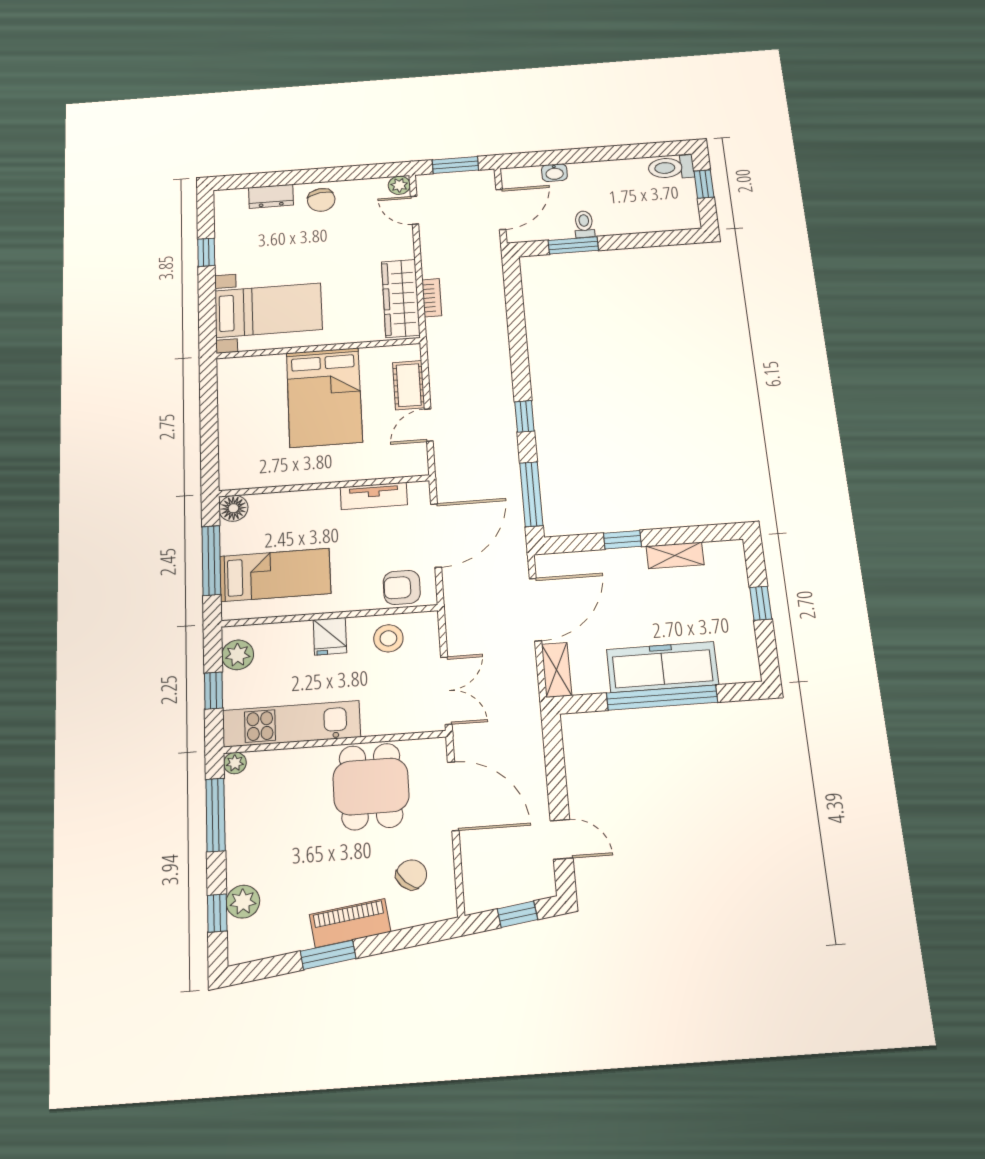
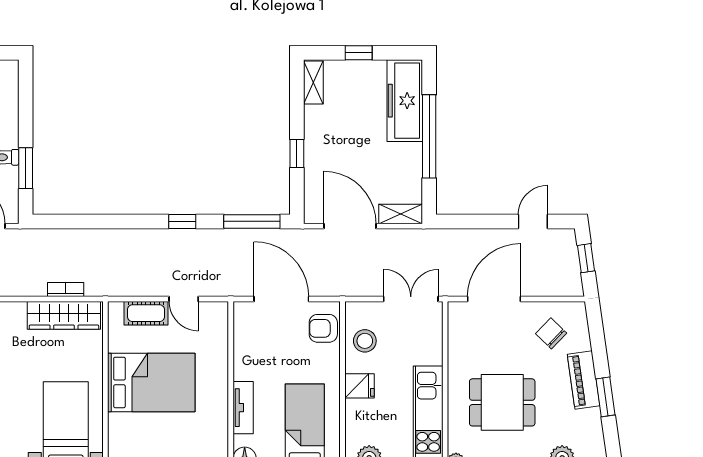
tv unit: (374, 496) -> (243, 408), moved
shelving: (675, 555) -> (313, 83), moved
armchair: (402, 587) -> (323, 328), turned 90
freezer: (662, 667) -> (405, 101), moved
dining table: (371, 786) -> (502, 402), moved

